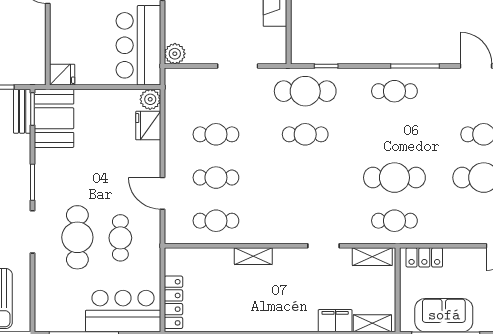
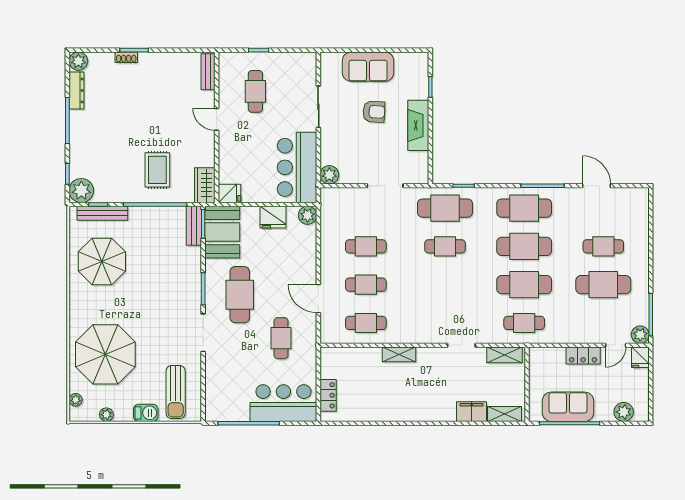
wardrobe: (34, 65) -> (205, 185), added
cafe table: (394, 91) -> (524, 208), width x1.37, depth x1.35
fridge: (148, 126) -> (273, 217), moved, turned -90
cafe table: (394, 134) -> (524, 246), added
cafe table: (77, 237) -> (240, 295), moved
locker: (424, 257) -> (583, 355), moved
locker: (173, 302) -> (328, 395), width x0.66

